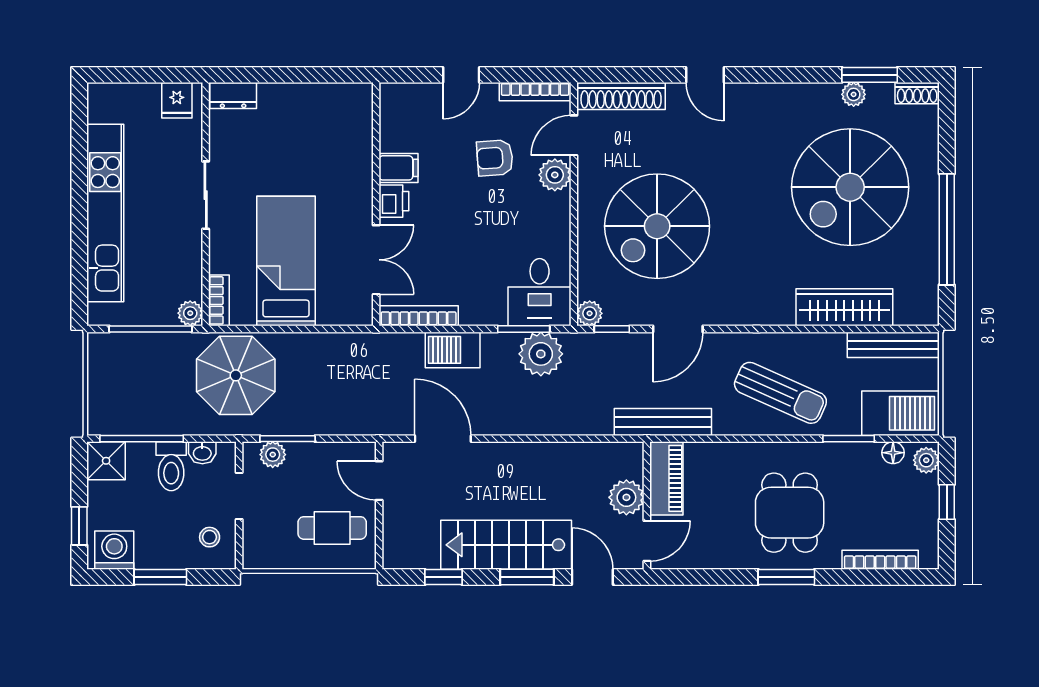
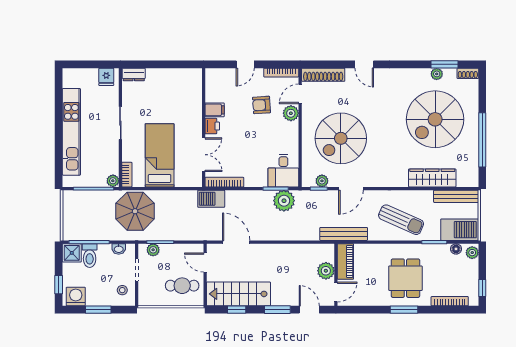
plant: (590, 313) -> (322, 181), moved
barbecue: (453, 350) -> (211, 199), moved
toilet: (171, 466) -> (90, 256), moved
window: (947, 502) -> (482, 288), moved
stairs: (506, 545) -> (238, 294), moved

